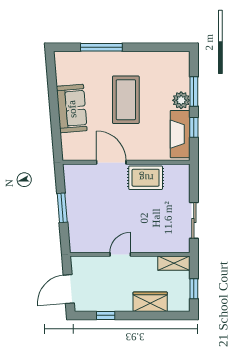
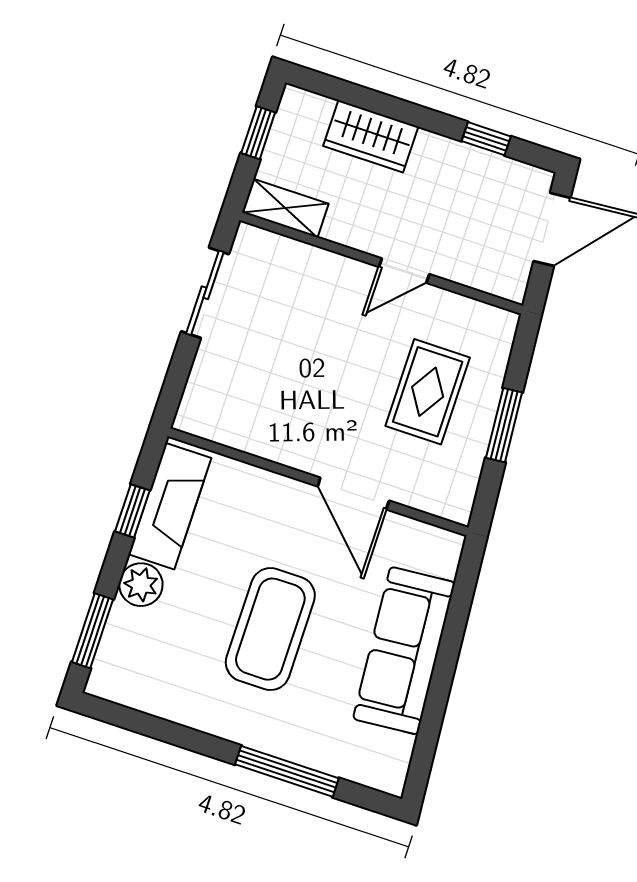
window: (194, 92) -> (93, 631), moved
sofa: (72, 109) -> (404, 651), width x1.36
rug: (146, 178) -> (428, 392), moved, turned 90

